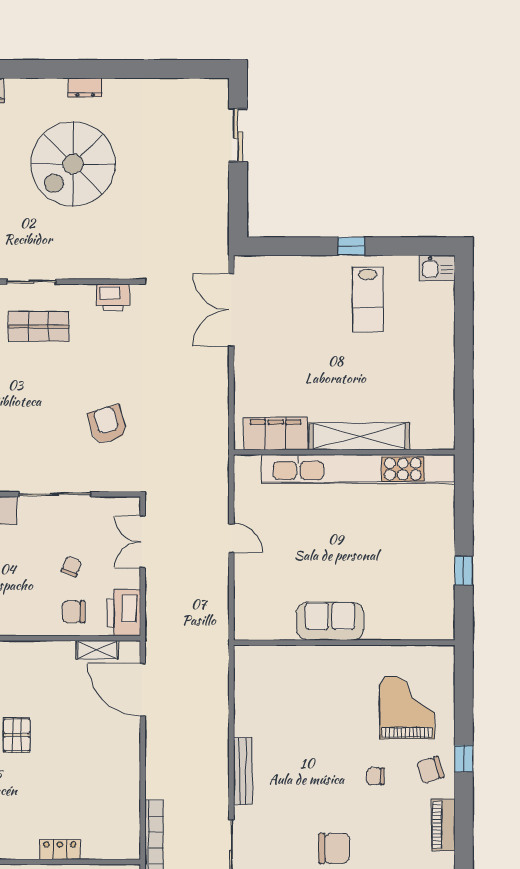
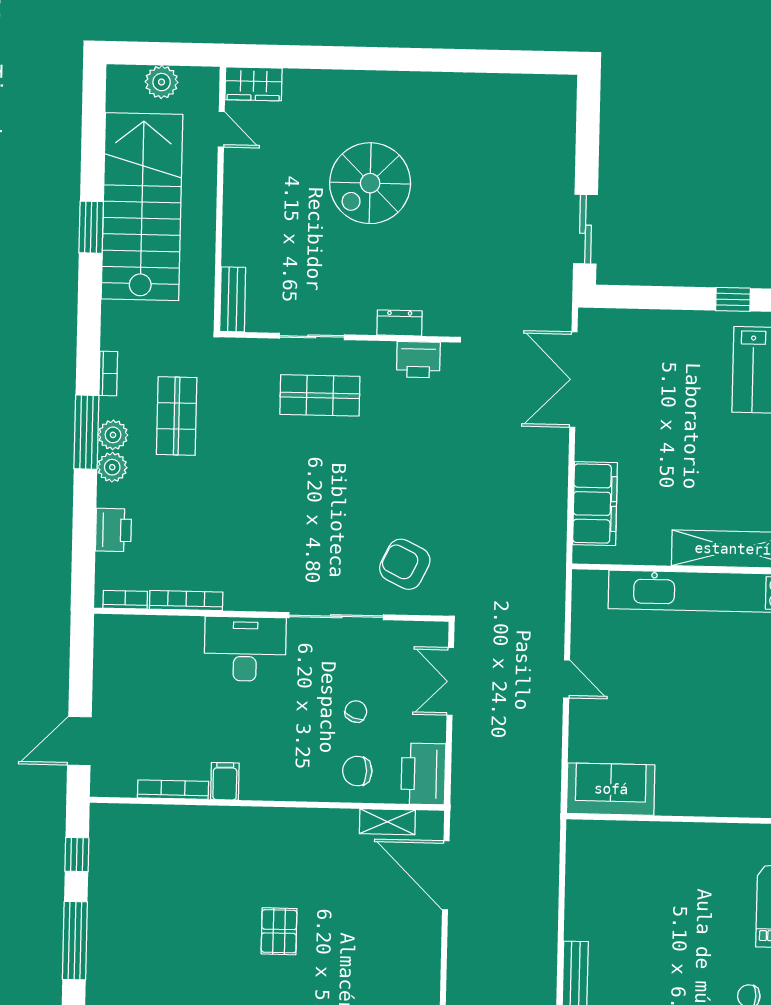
dresser: (85, 87) -> (400, 323), moved, turned 180
sliding door: (238, 135) -> (586, 229), moved
spiral stairs: (73, 164) -> (370, 183), width x0.73, depth x0.73
armchair: (107, 425) -> (405, 564), moved, turned -48
filing cabinet: (276, 434) -> (595, 504), moved, turned 90
sofa: (330, 621) -> (611, 789), moved

